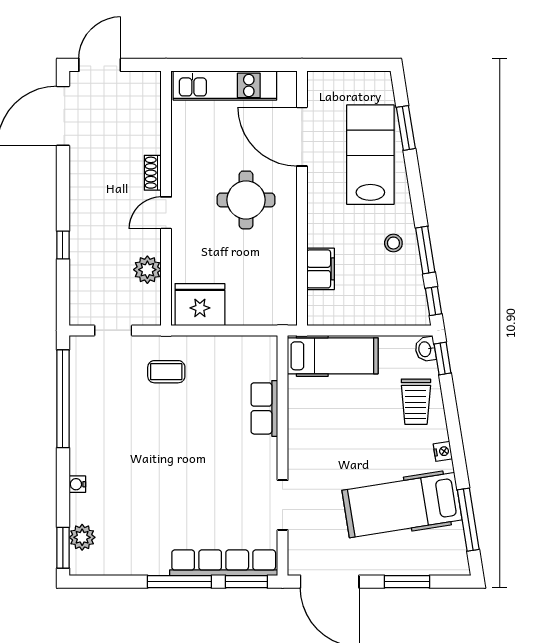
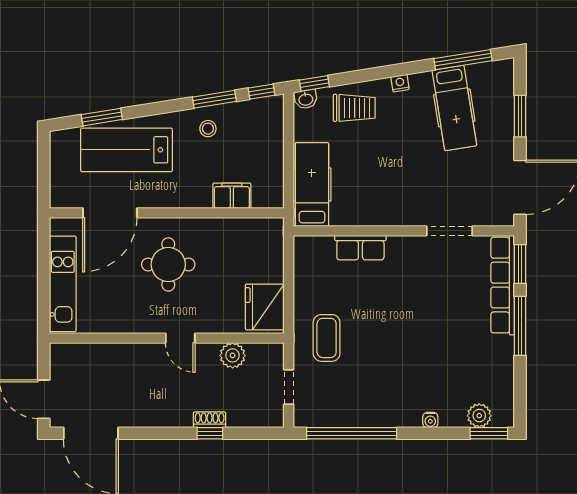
shoe rack: (153, 173) -> (210, 420), moved, turned 180
coffee table: (166, 372) -> (327, 338), width x1.36, depth x1.30
hospital bed: (402, 505) -> (454, 108), width x0.73, depth x0.78

